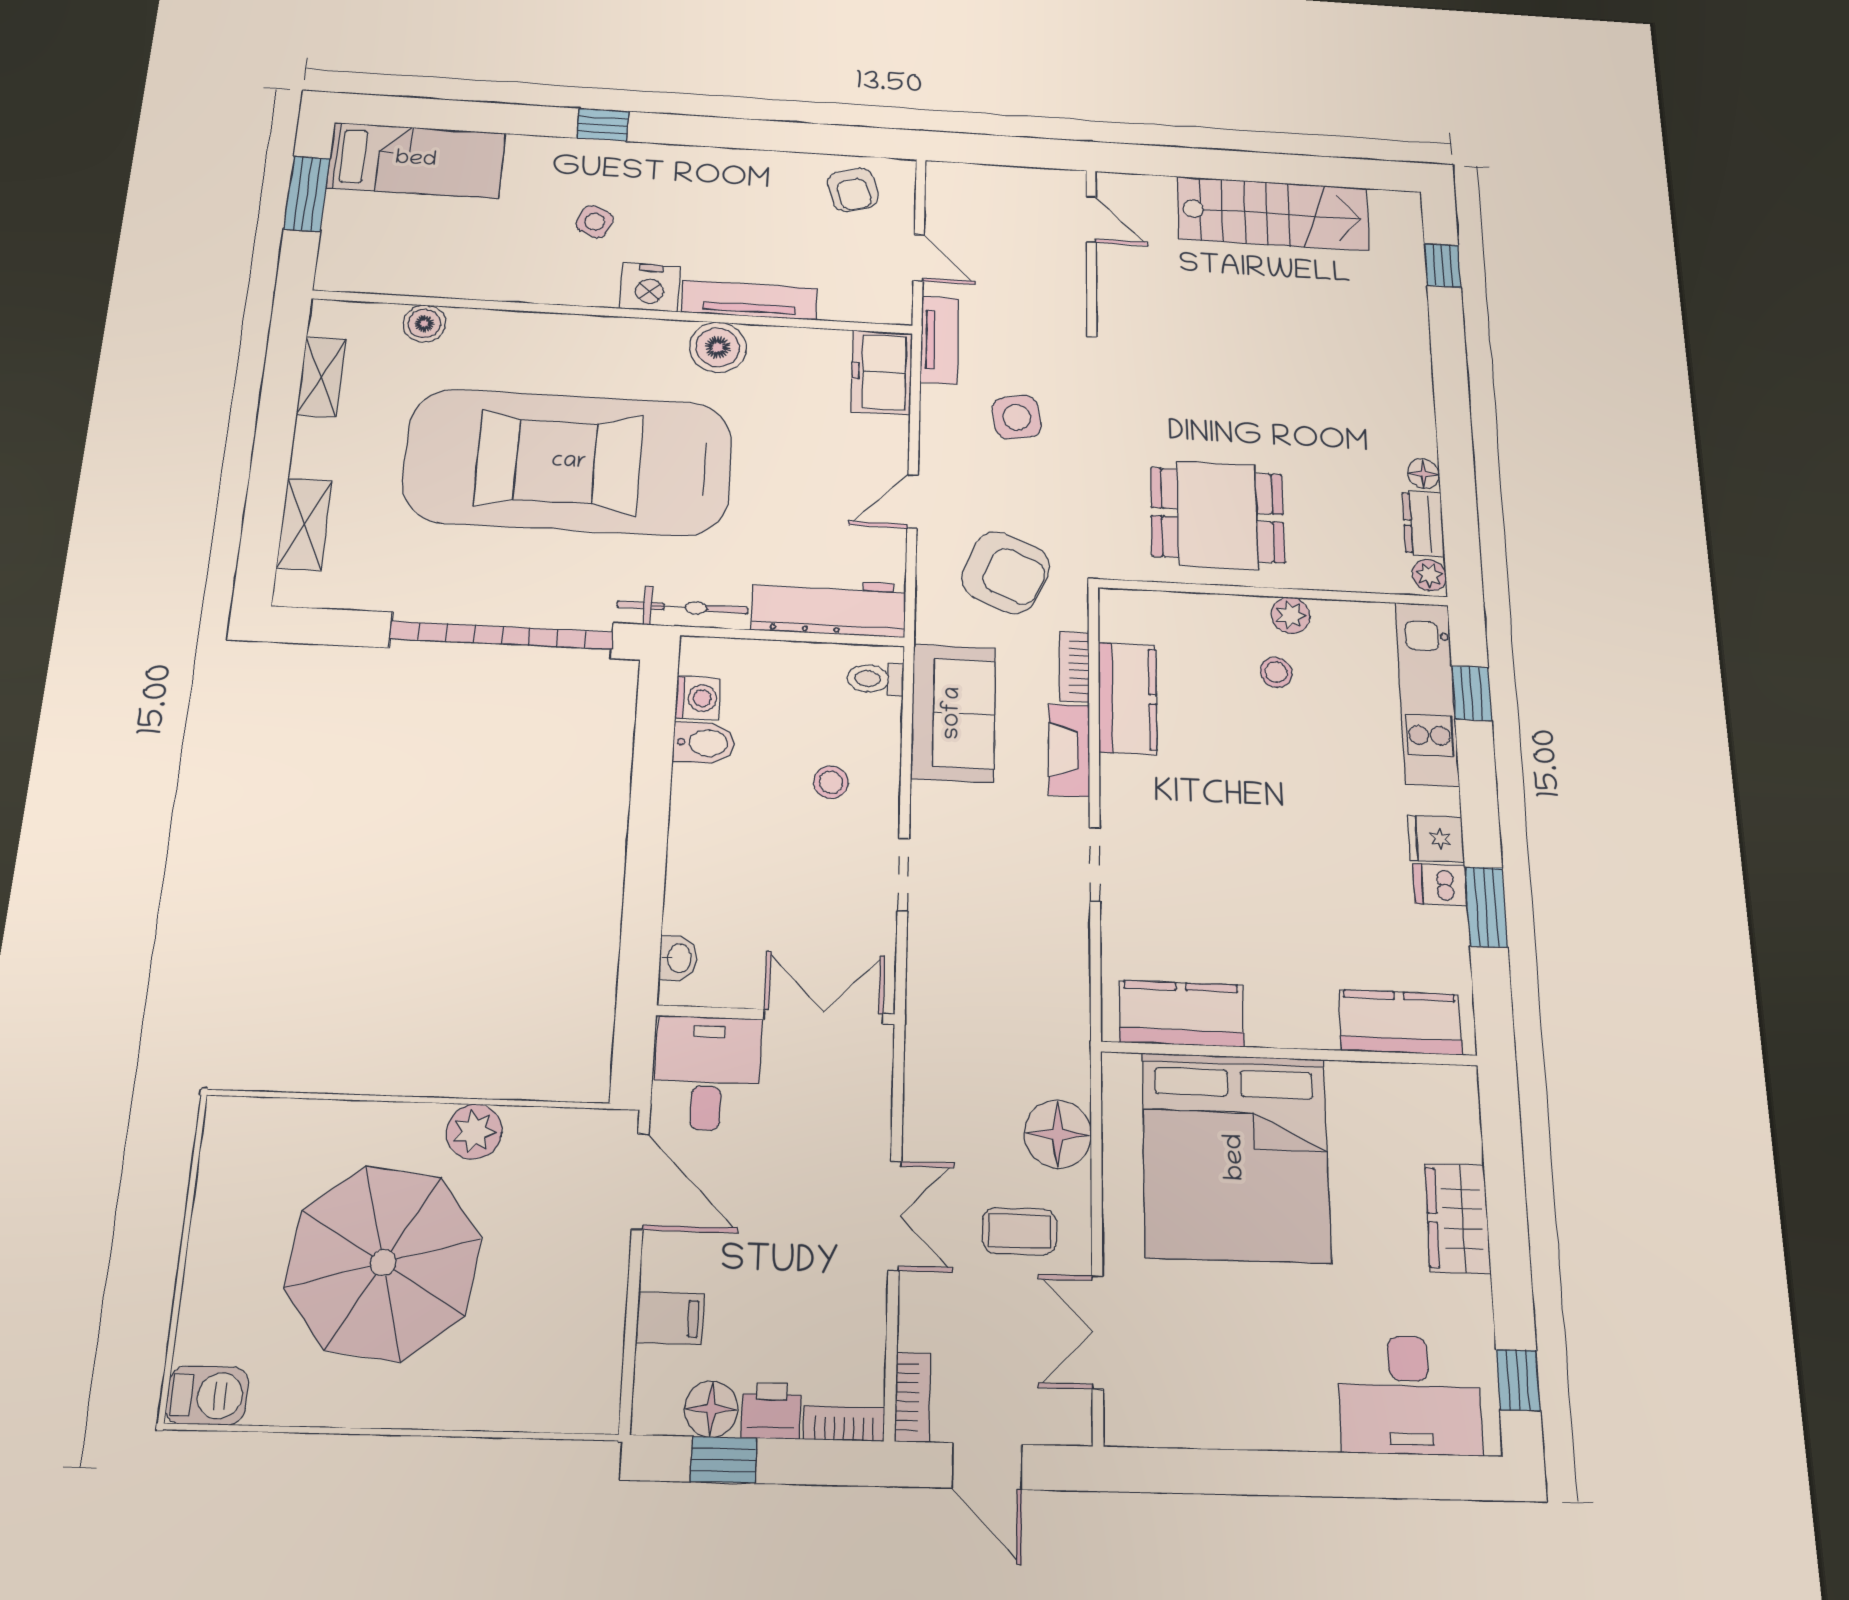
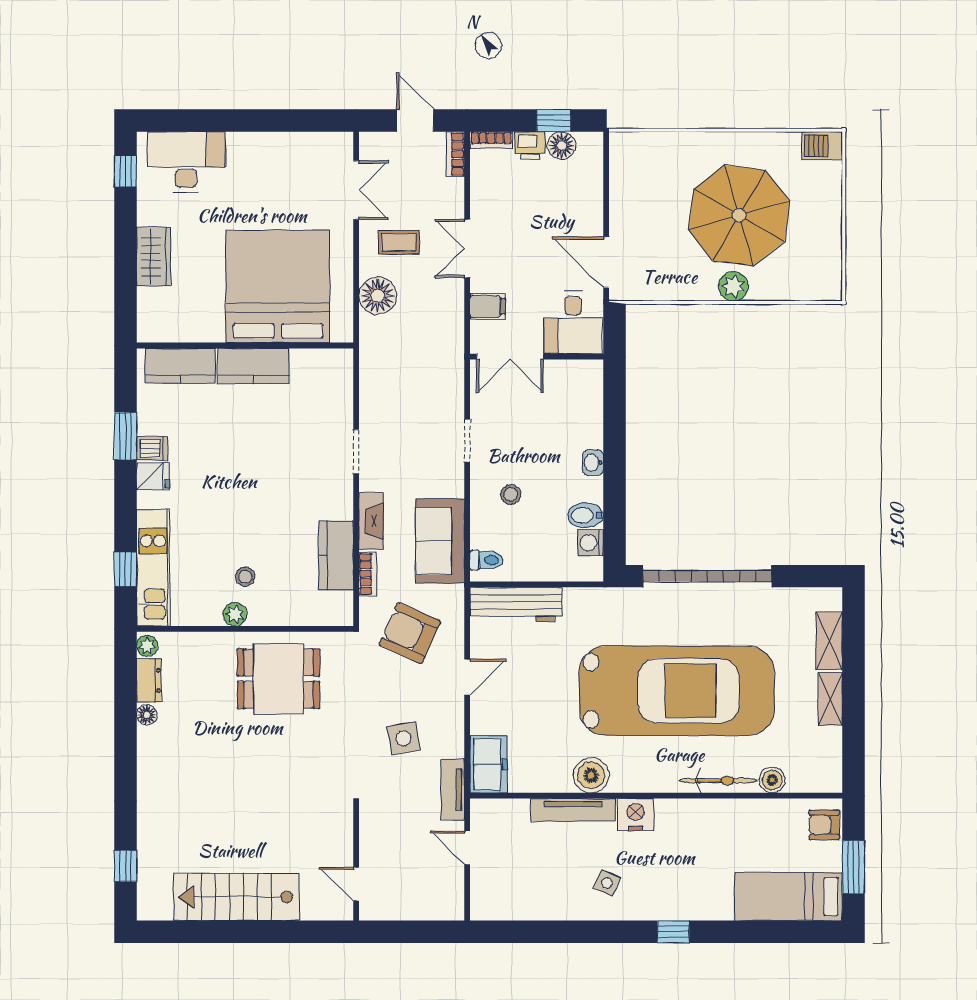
armchair: (853, 190) -> (824, 825), moved, turned -73
side table: (595, 222) -> (607, 883), moved
shelving: (321, 377) -> (830, 699), moved
bicycle: (683, 607) -> (718, 781), moved, turned 180
washbasin: (678, 958) -> (593, 462), moved
kitchen counter: (1181, 1014) -> (253, 366), moved
plant: (474, 1132) -> (733, 286), moved
filing cabinet: (670, 1318) -> (488, 306), moved, turned 180

